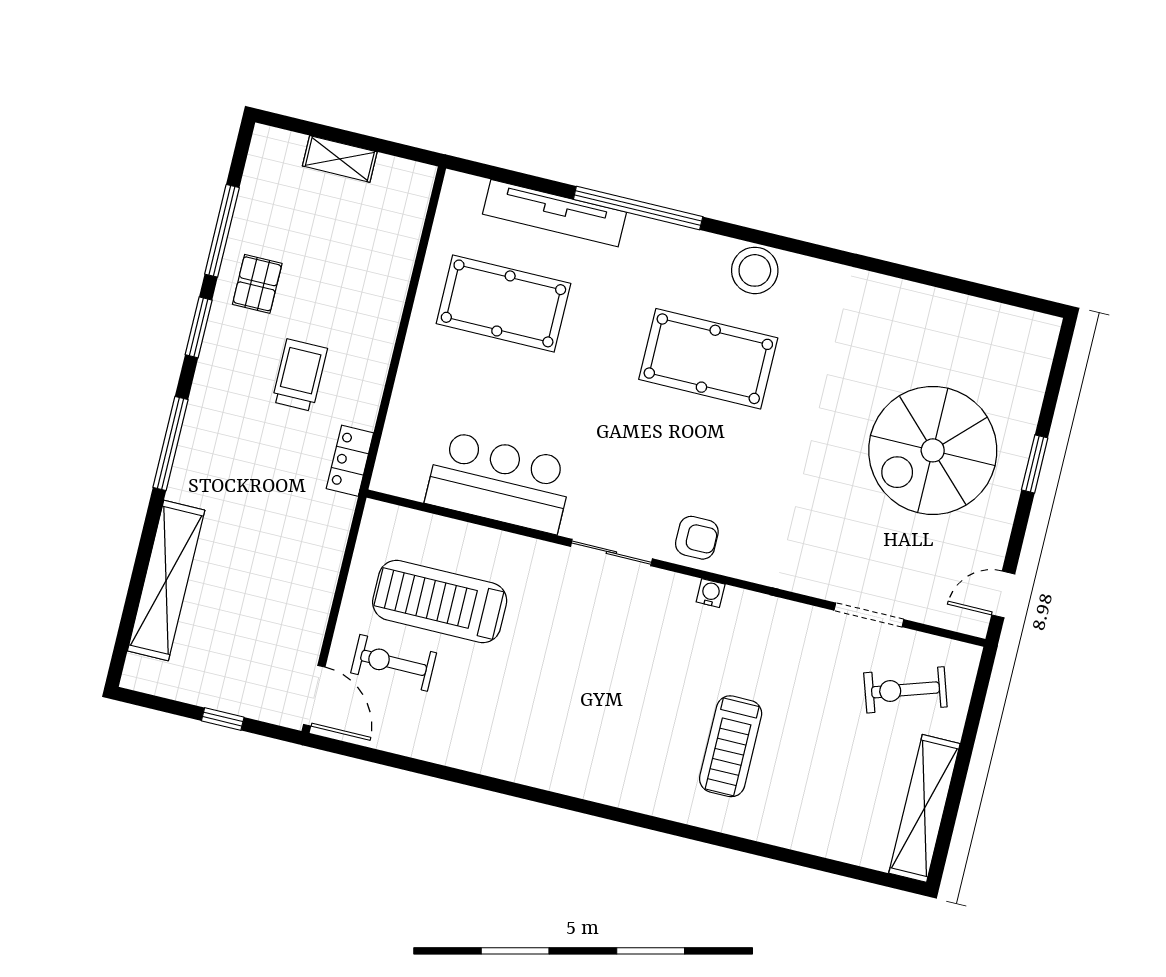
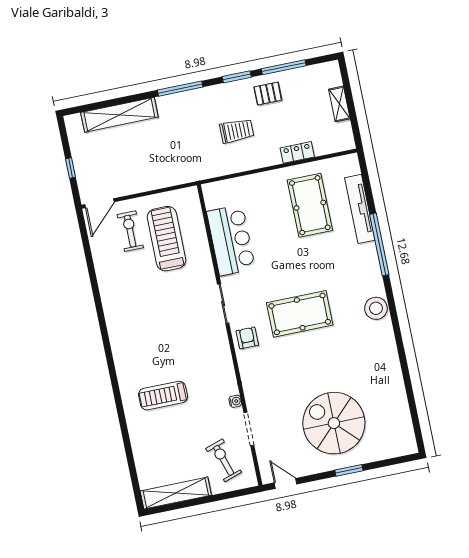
pool table: (708, 359) -> (300, 314), moved, turned 90
locker: (350, 461) -> (297, 152), moved
armchair: (697, 538) -> (247, 338), turned 180
water cooler: (711, 593) -> (235, 401), moved

